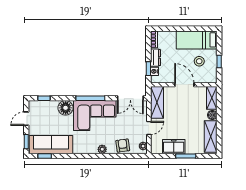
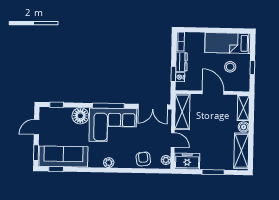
door: (149, 128) -> (173, 140), hinge flipped
freezer: (174, 147) -> (187, 161), moved
plant: (102, 149) -> (109, 163), moved

